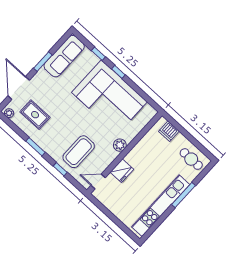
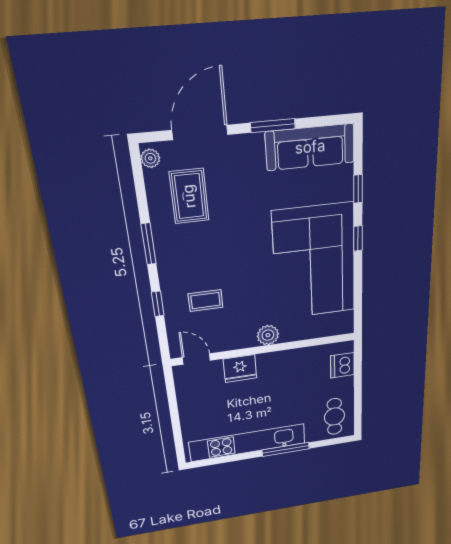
coffee table: (79, 152) -> (206, 301), width x0.54, depth x0.58

